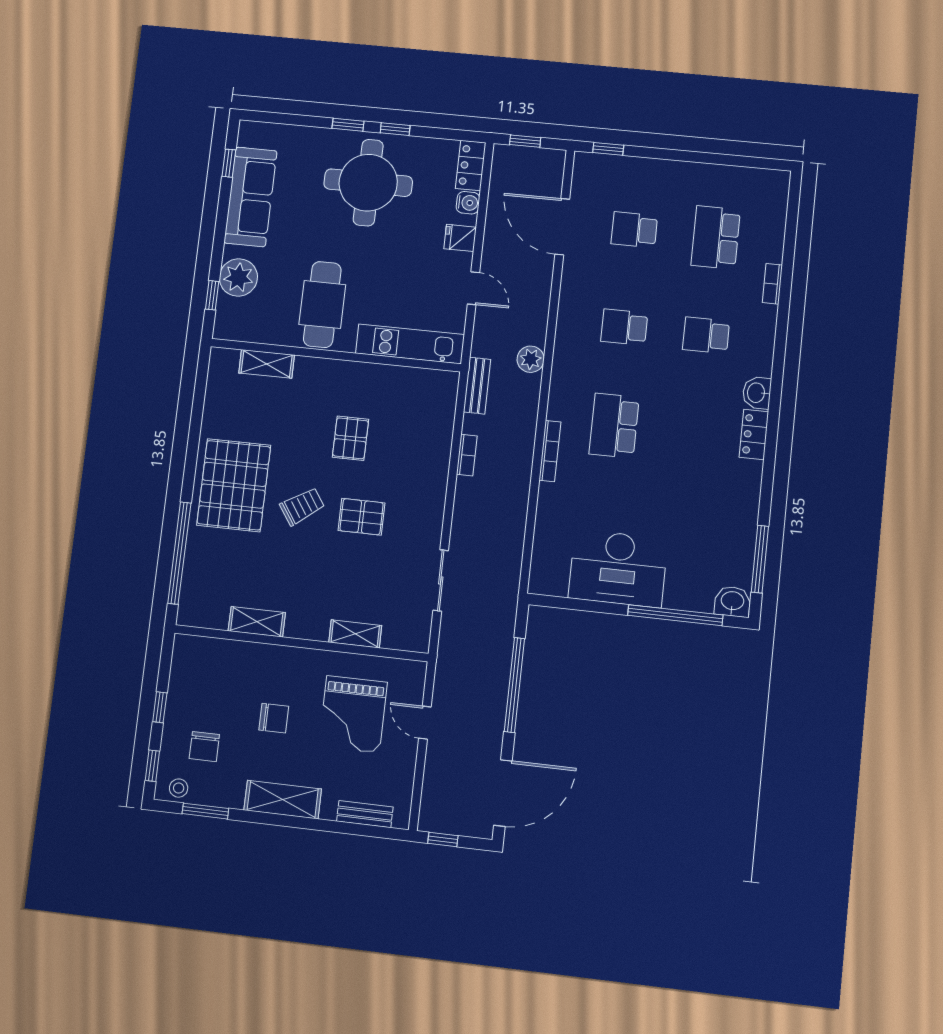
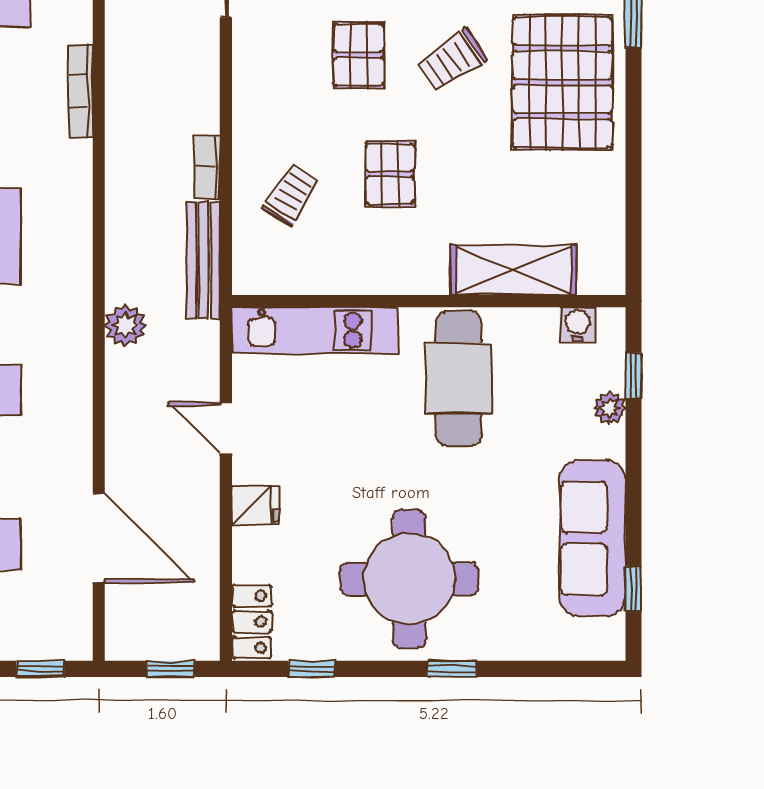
window: (395, 129) -> (312, 669), moved
water cooler: (468, 203) -> (577, 325), moved, turned 90
plant: (238, 277) -> (610, 408), width x0.53, depth x0.53
shelving: (267, 364) -> (514, 270), width x1.50, depth x1.33
bench: (477, 386) -> (203, 260), width x1.36
trolley: (415, 431) -> (291, 195), added
bookcase: (550, 451) -> (81, 91), moved
pallet: (362, 517) -> (359, 55), turned 90

